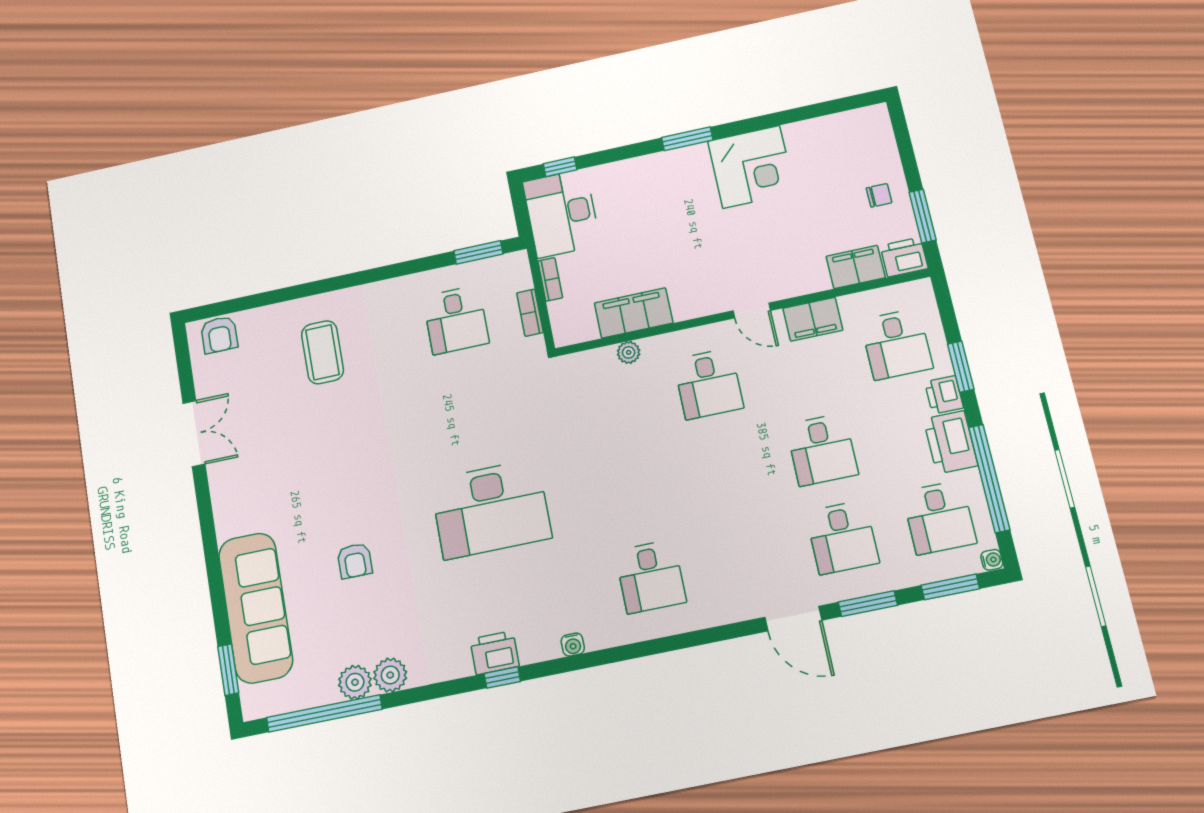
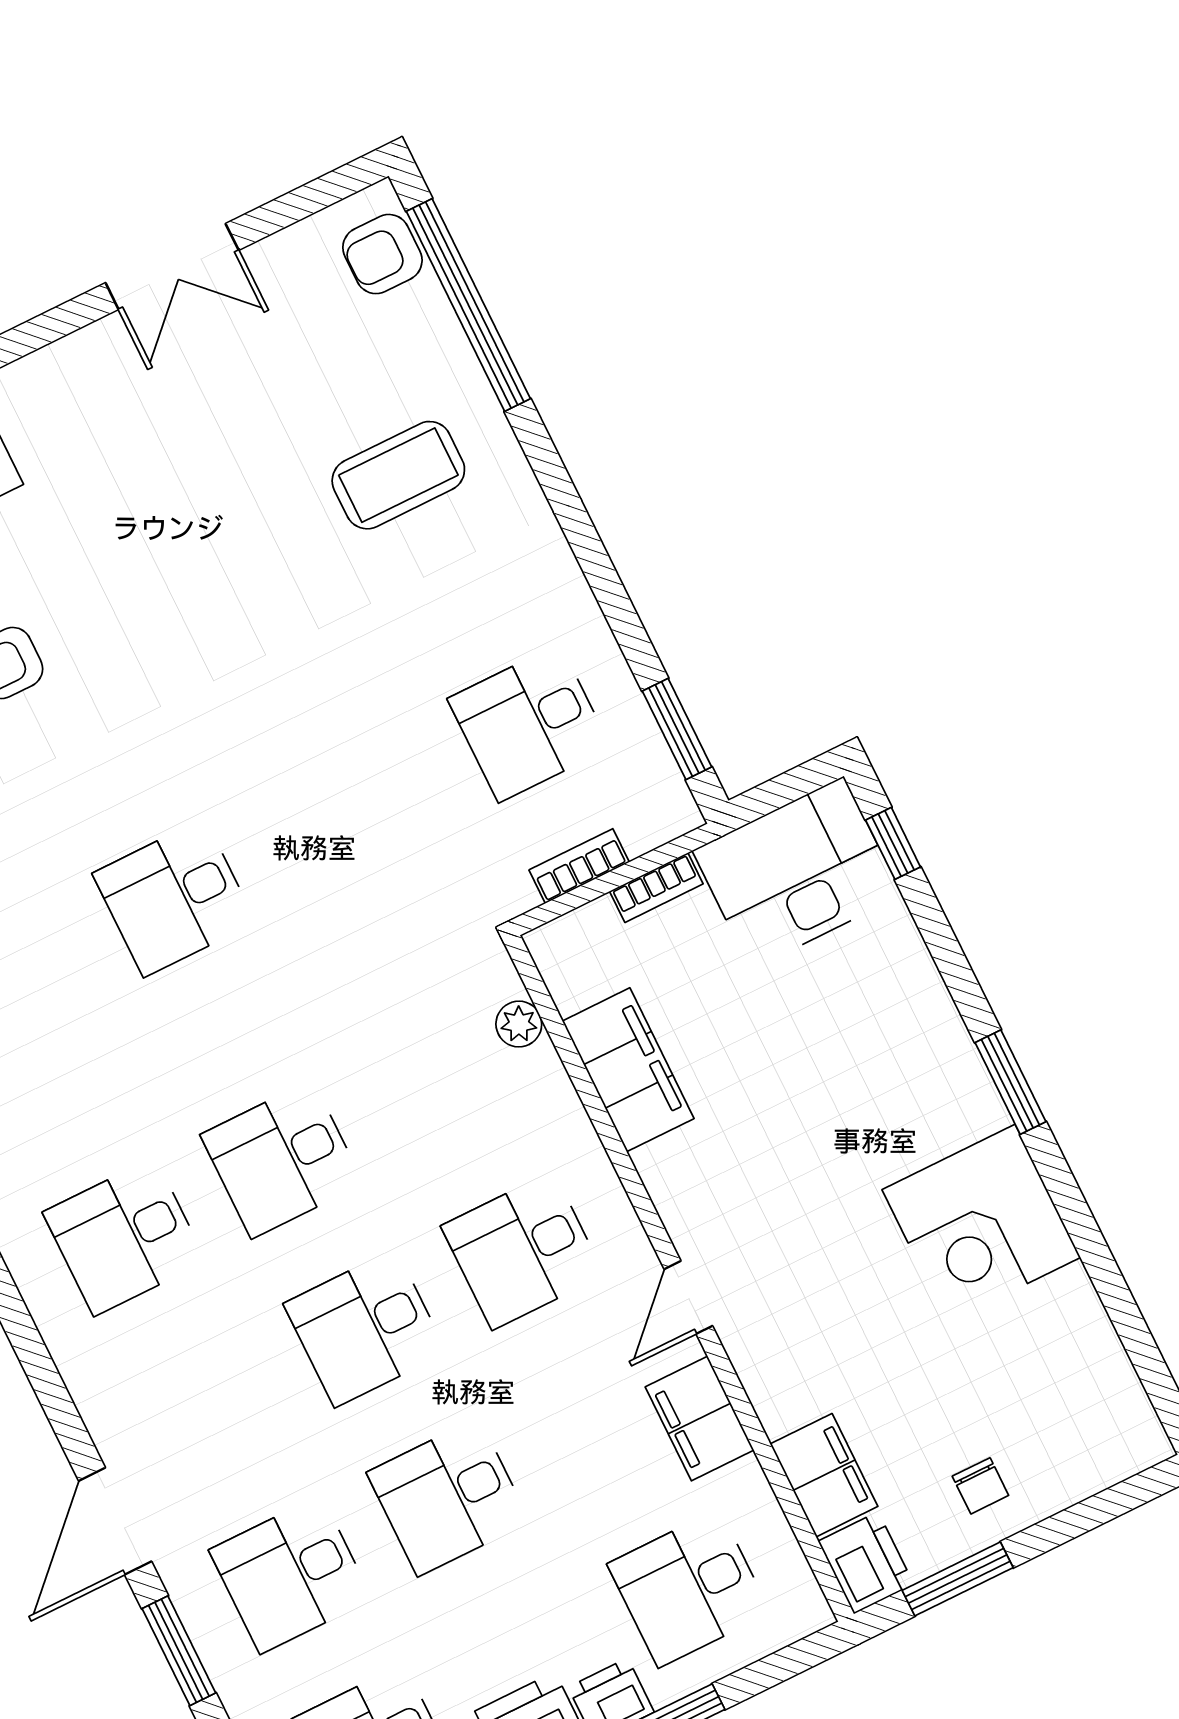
window: (255, 301) -> (468, 305), added
plant: (629, 352) -> (519, 1024), moved
desk: (727, 469) -> (365, 1328), added
desk: (633, 489) -> (282, 1159), added
desk: (491, 509) -> (174, 898), width x0.53, depth x0.77

